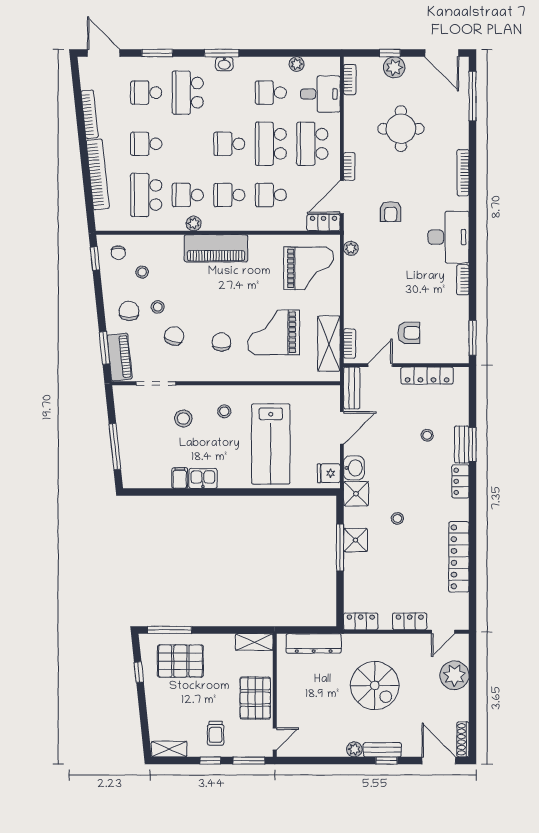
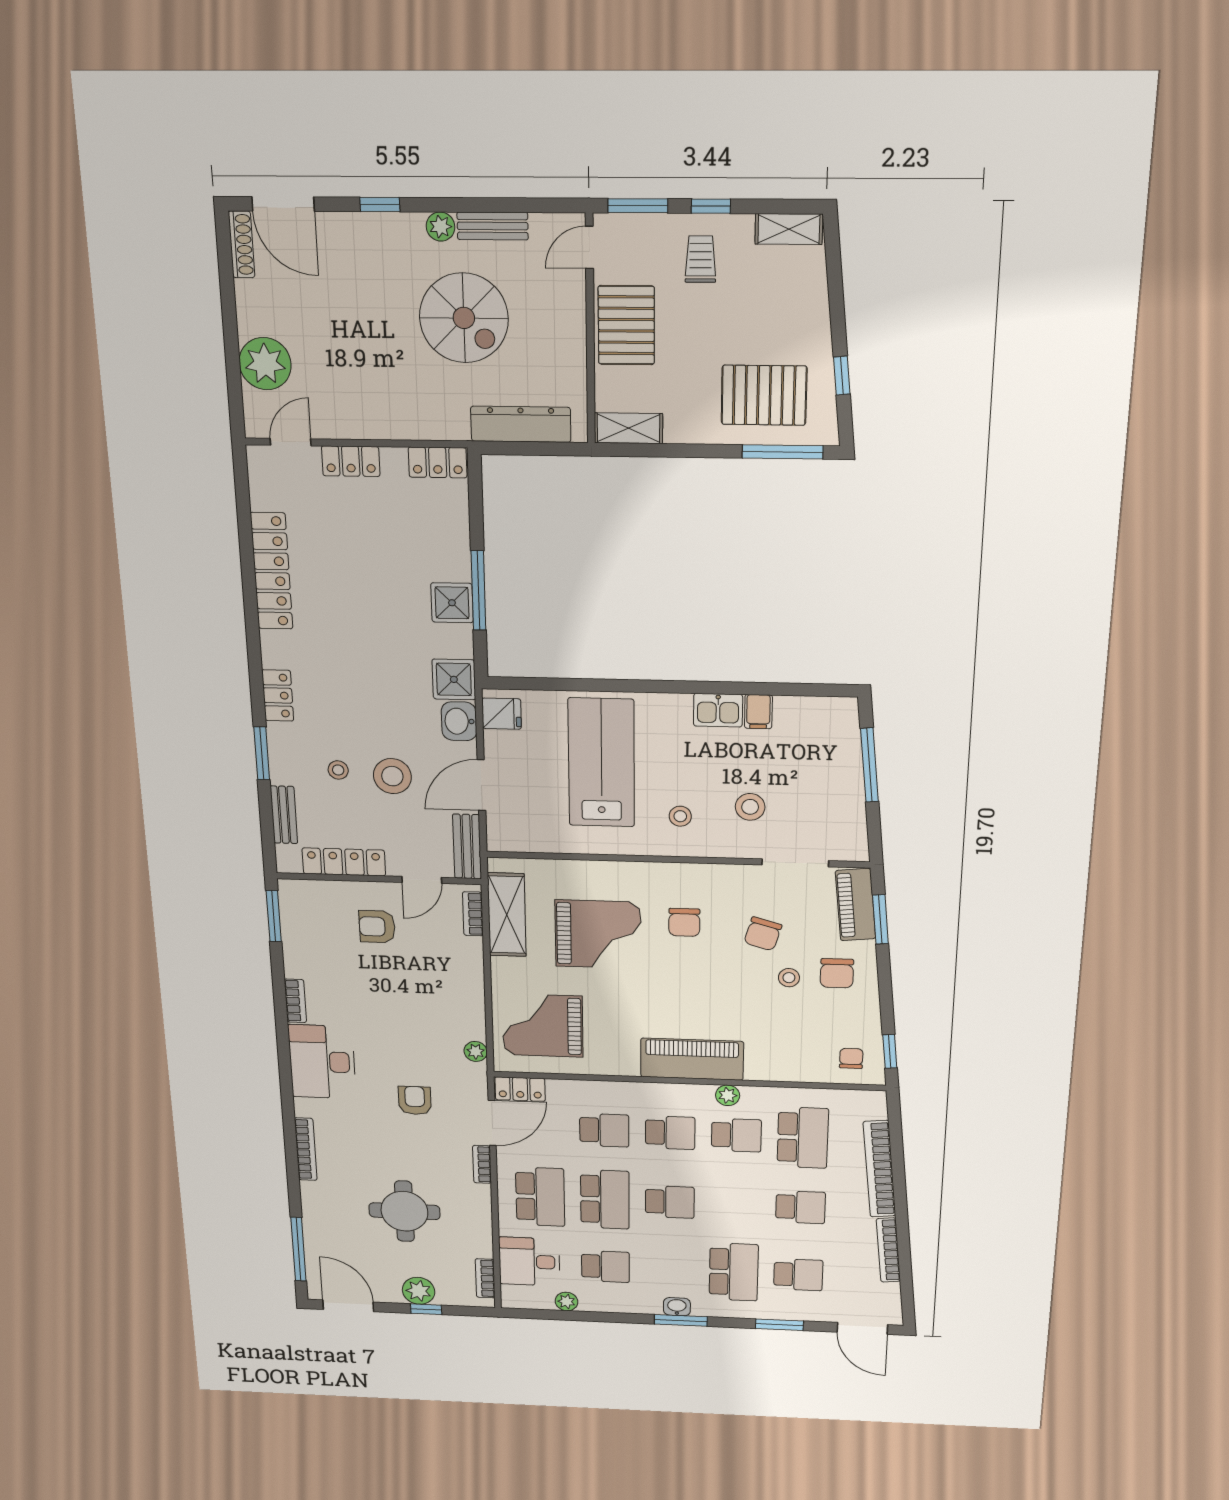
stool: (142, 272) -> (813, 1029), removed
bench: (462, 445) -> (284, 815), moved
stool: (397, 518) -> (392, 776), moved, width x1.89, depth x1.89
spiral stairs: (375, 686) -> (464, 318), moved, turned 180
bench: (382, 750) -> (493, 226), moved

